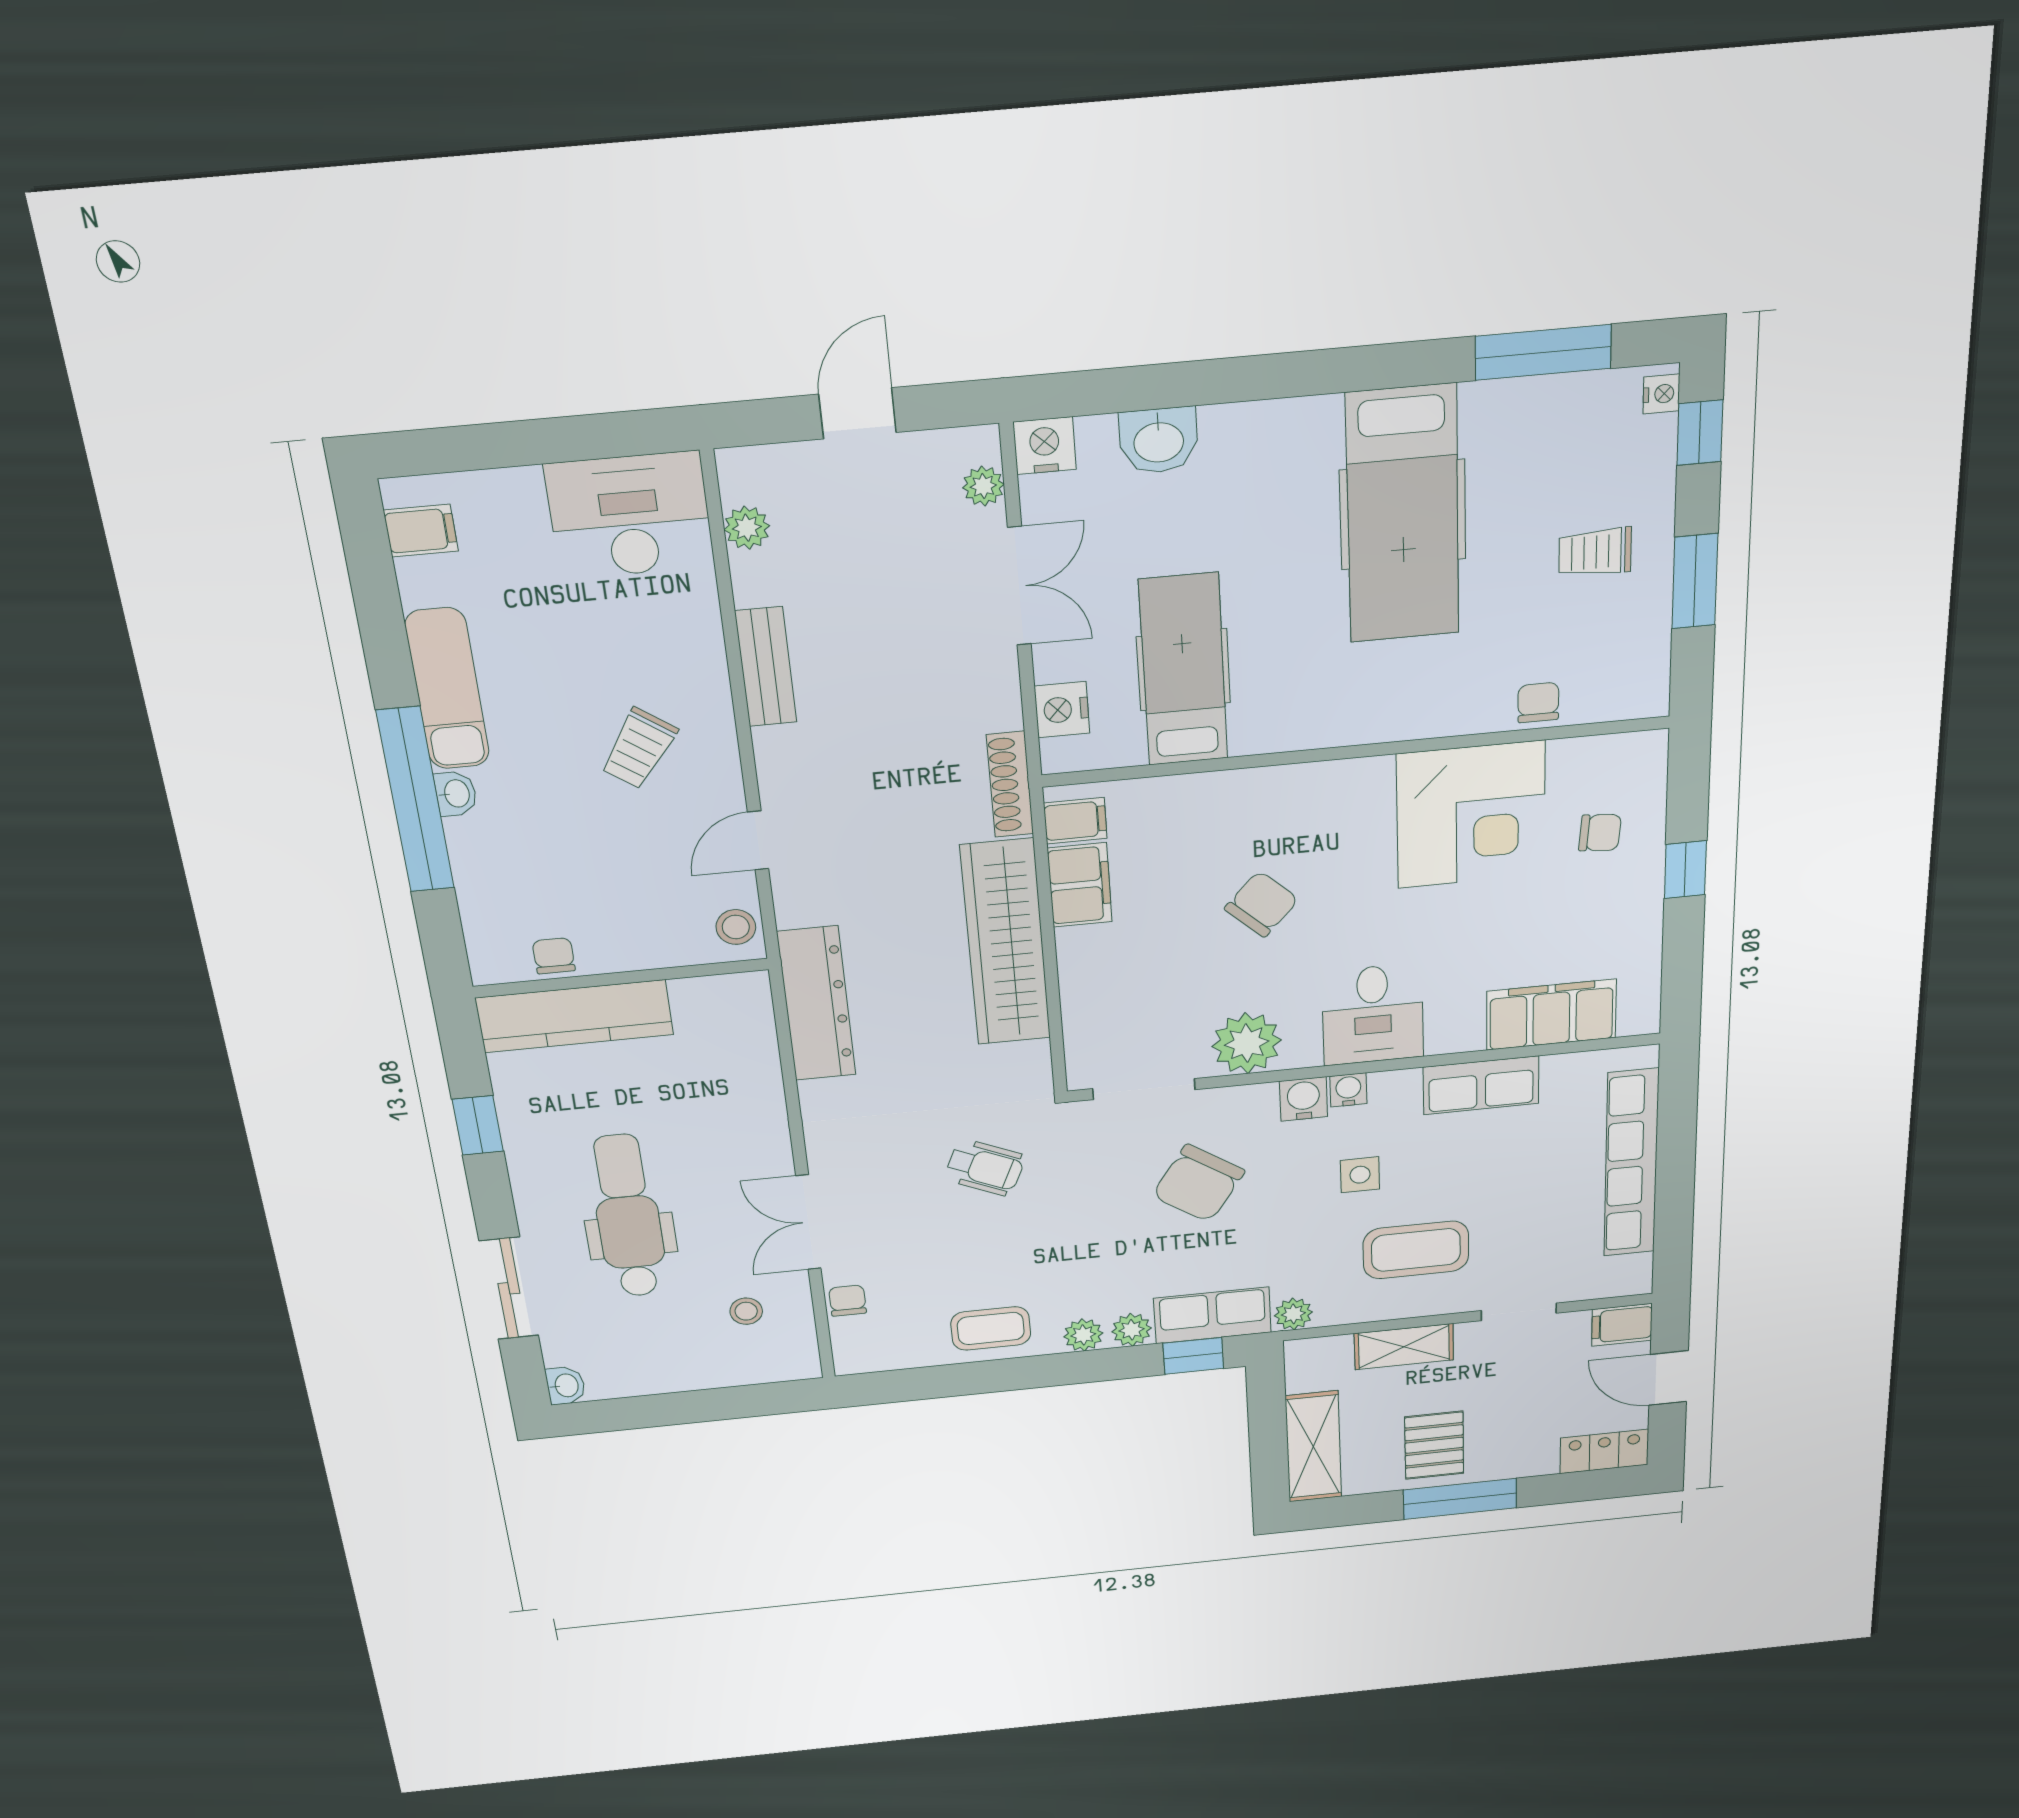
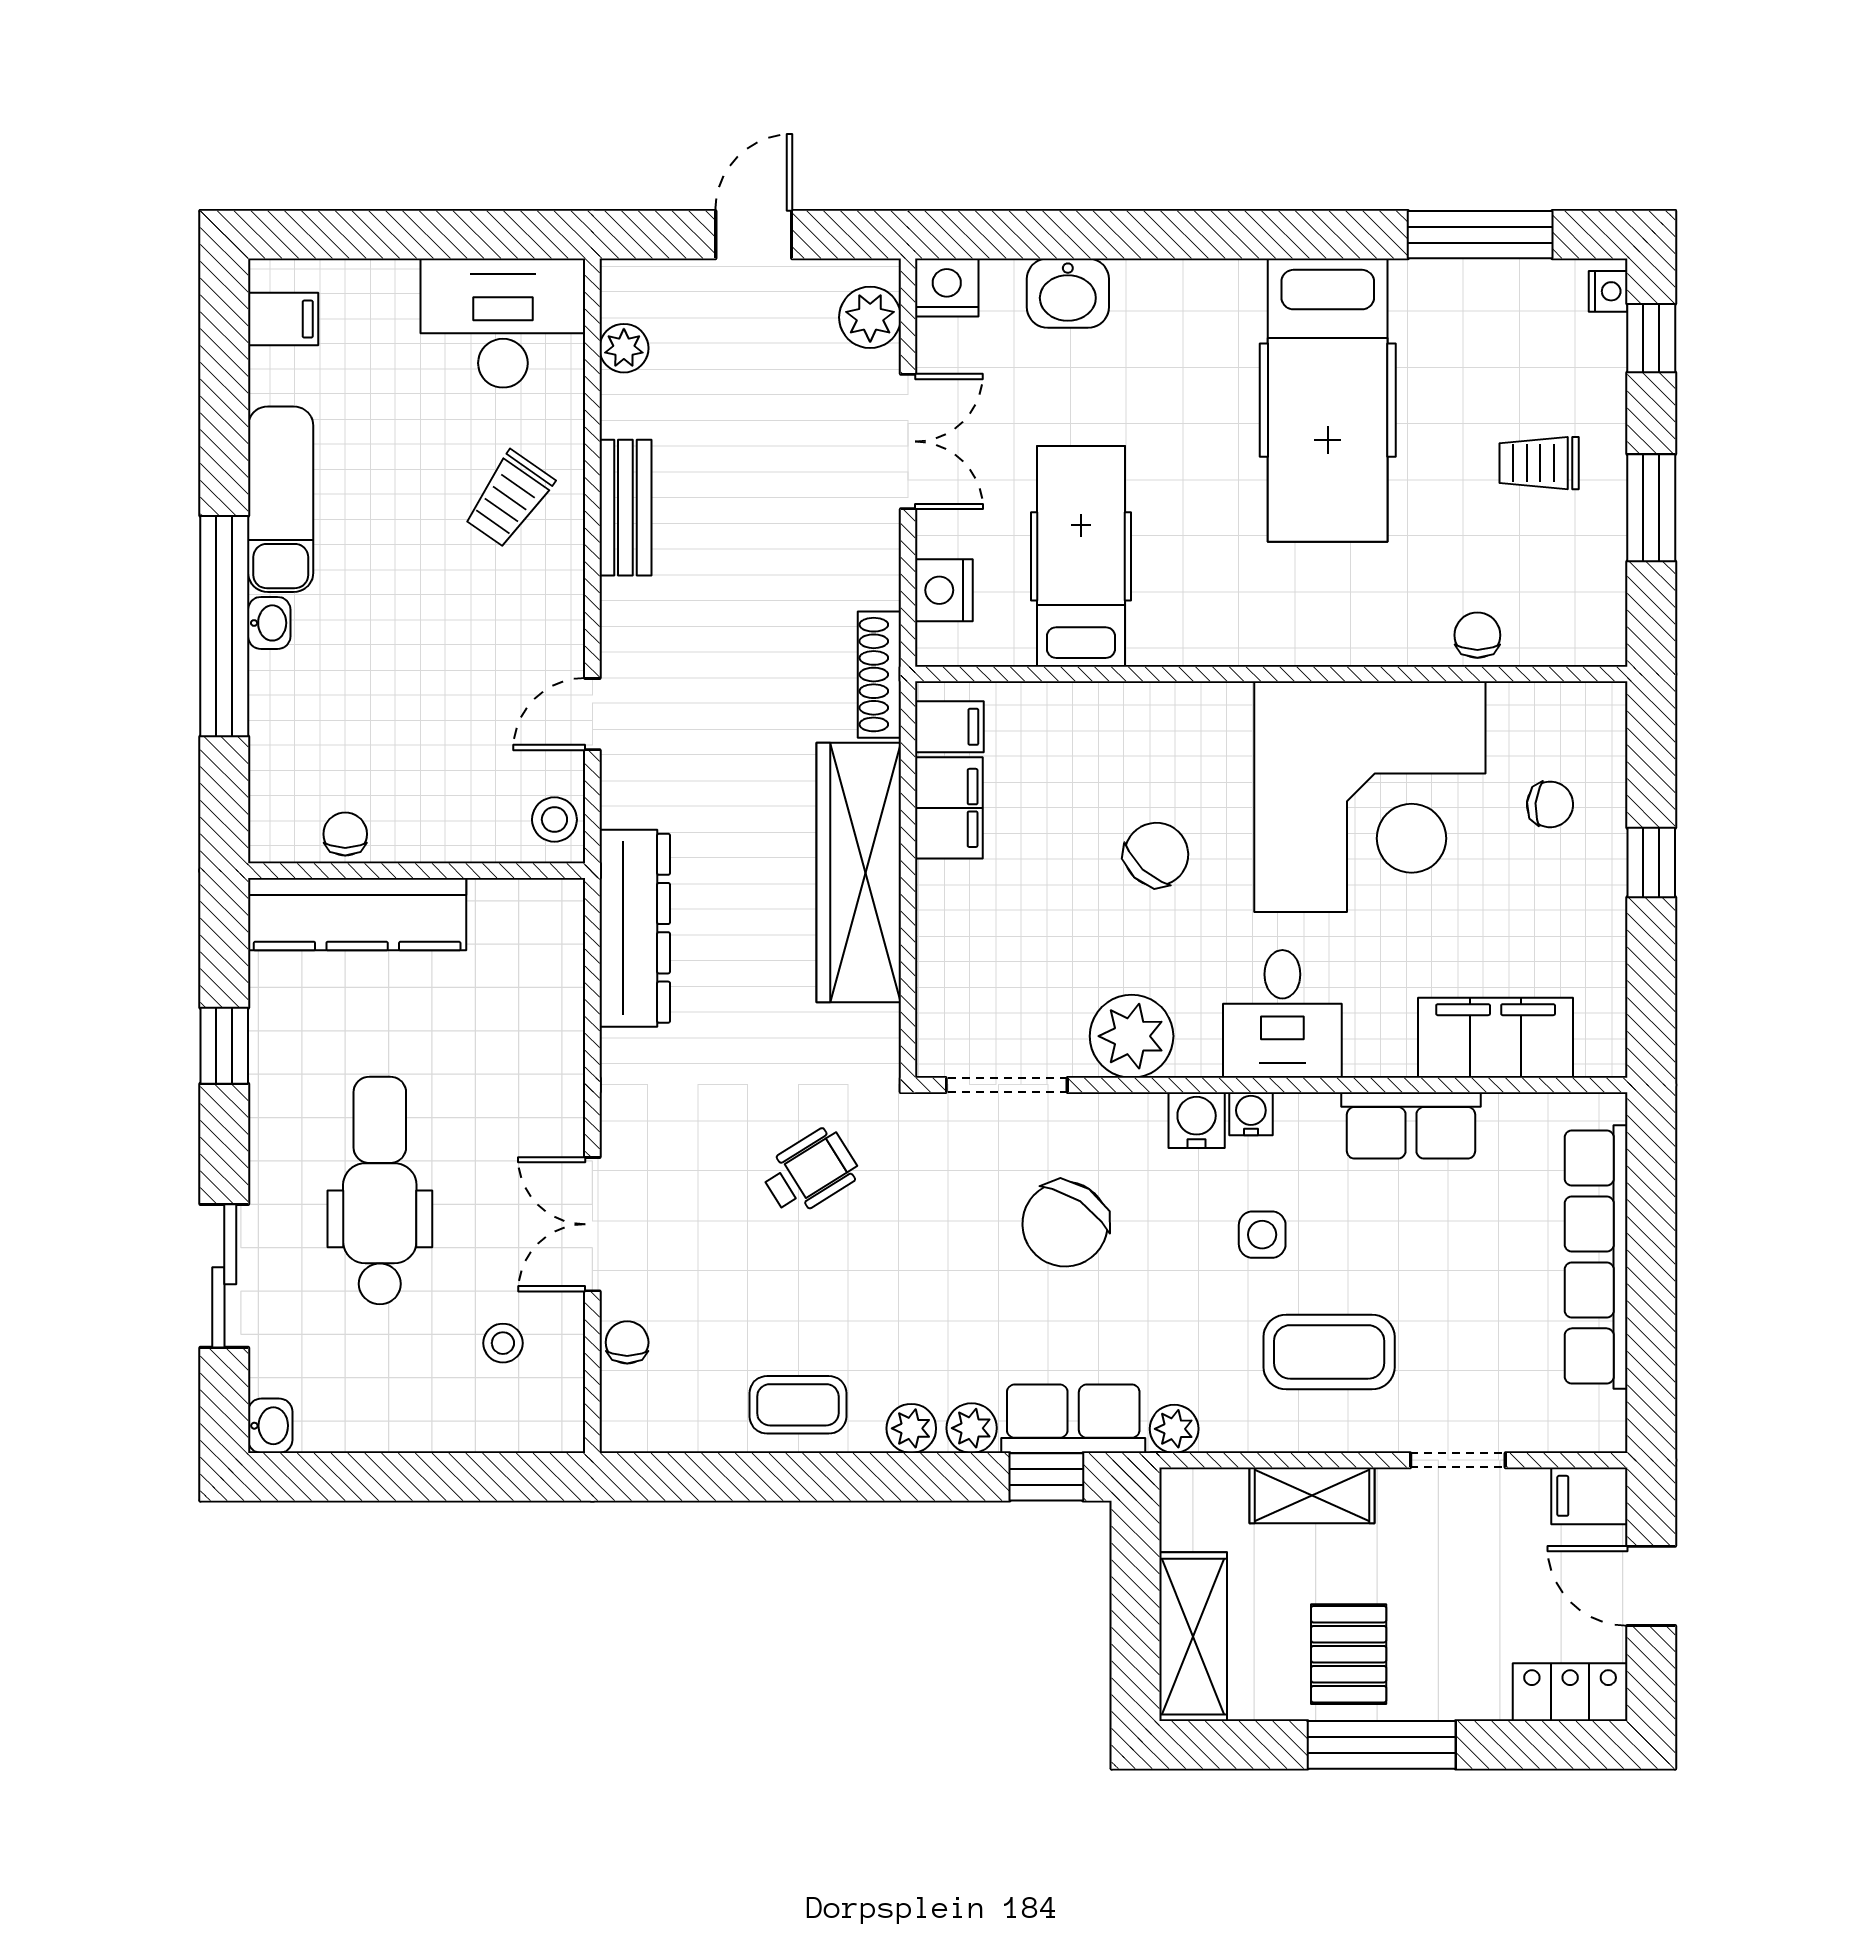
plant: (983, 486) -> (870, 317), width x1.38, depth x1.38
trolley: (639, 749) -> (509, 499), moved
corner desk: (1471, 815) -> (1370, 797), width x1.36, depth x1.36
wheelchair: (985, 1168) -> (810, 1172), turned -56

